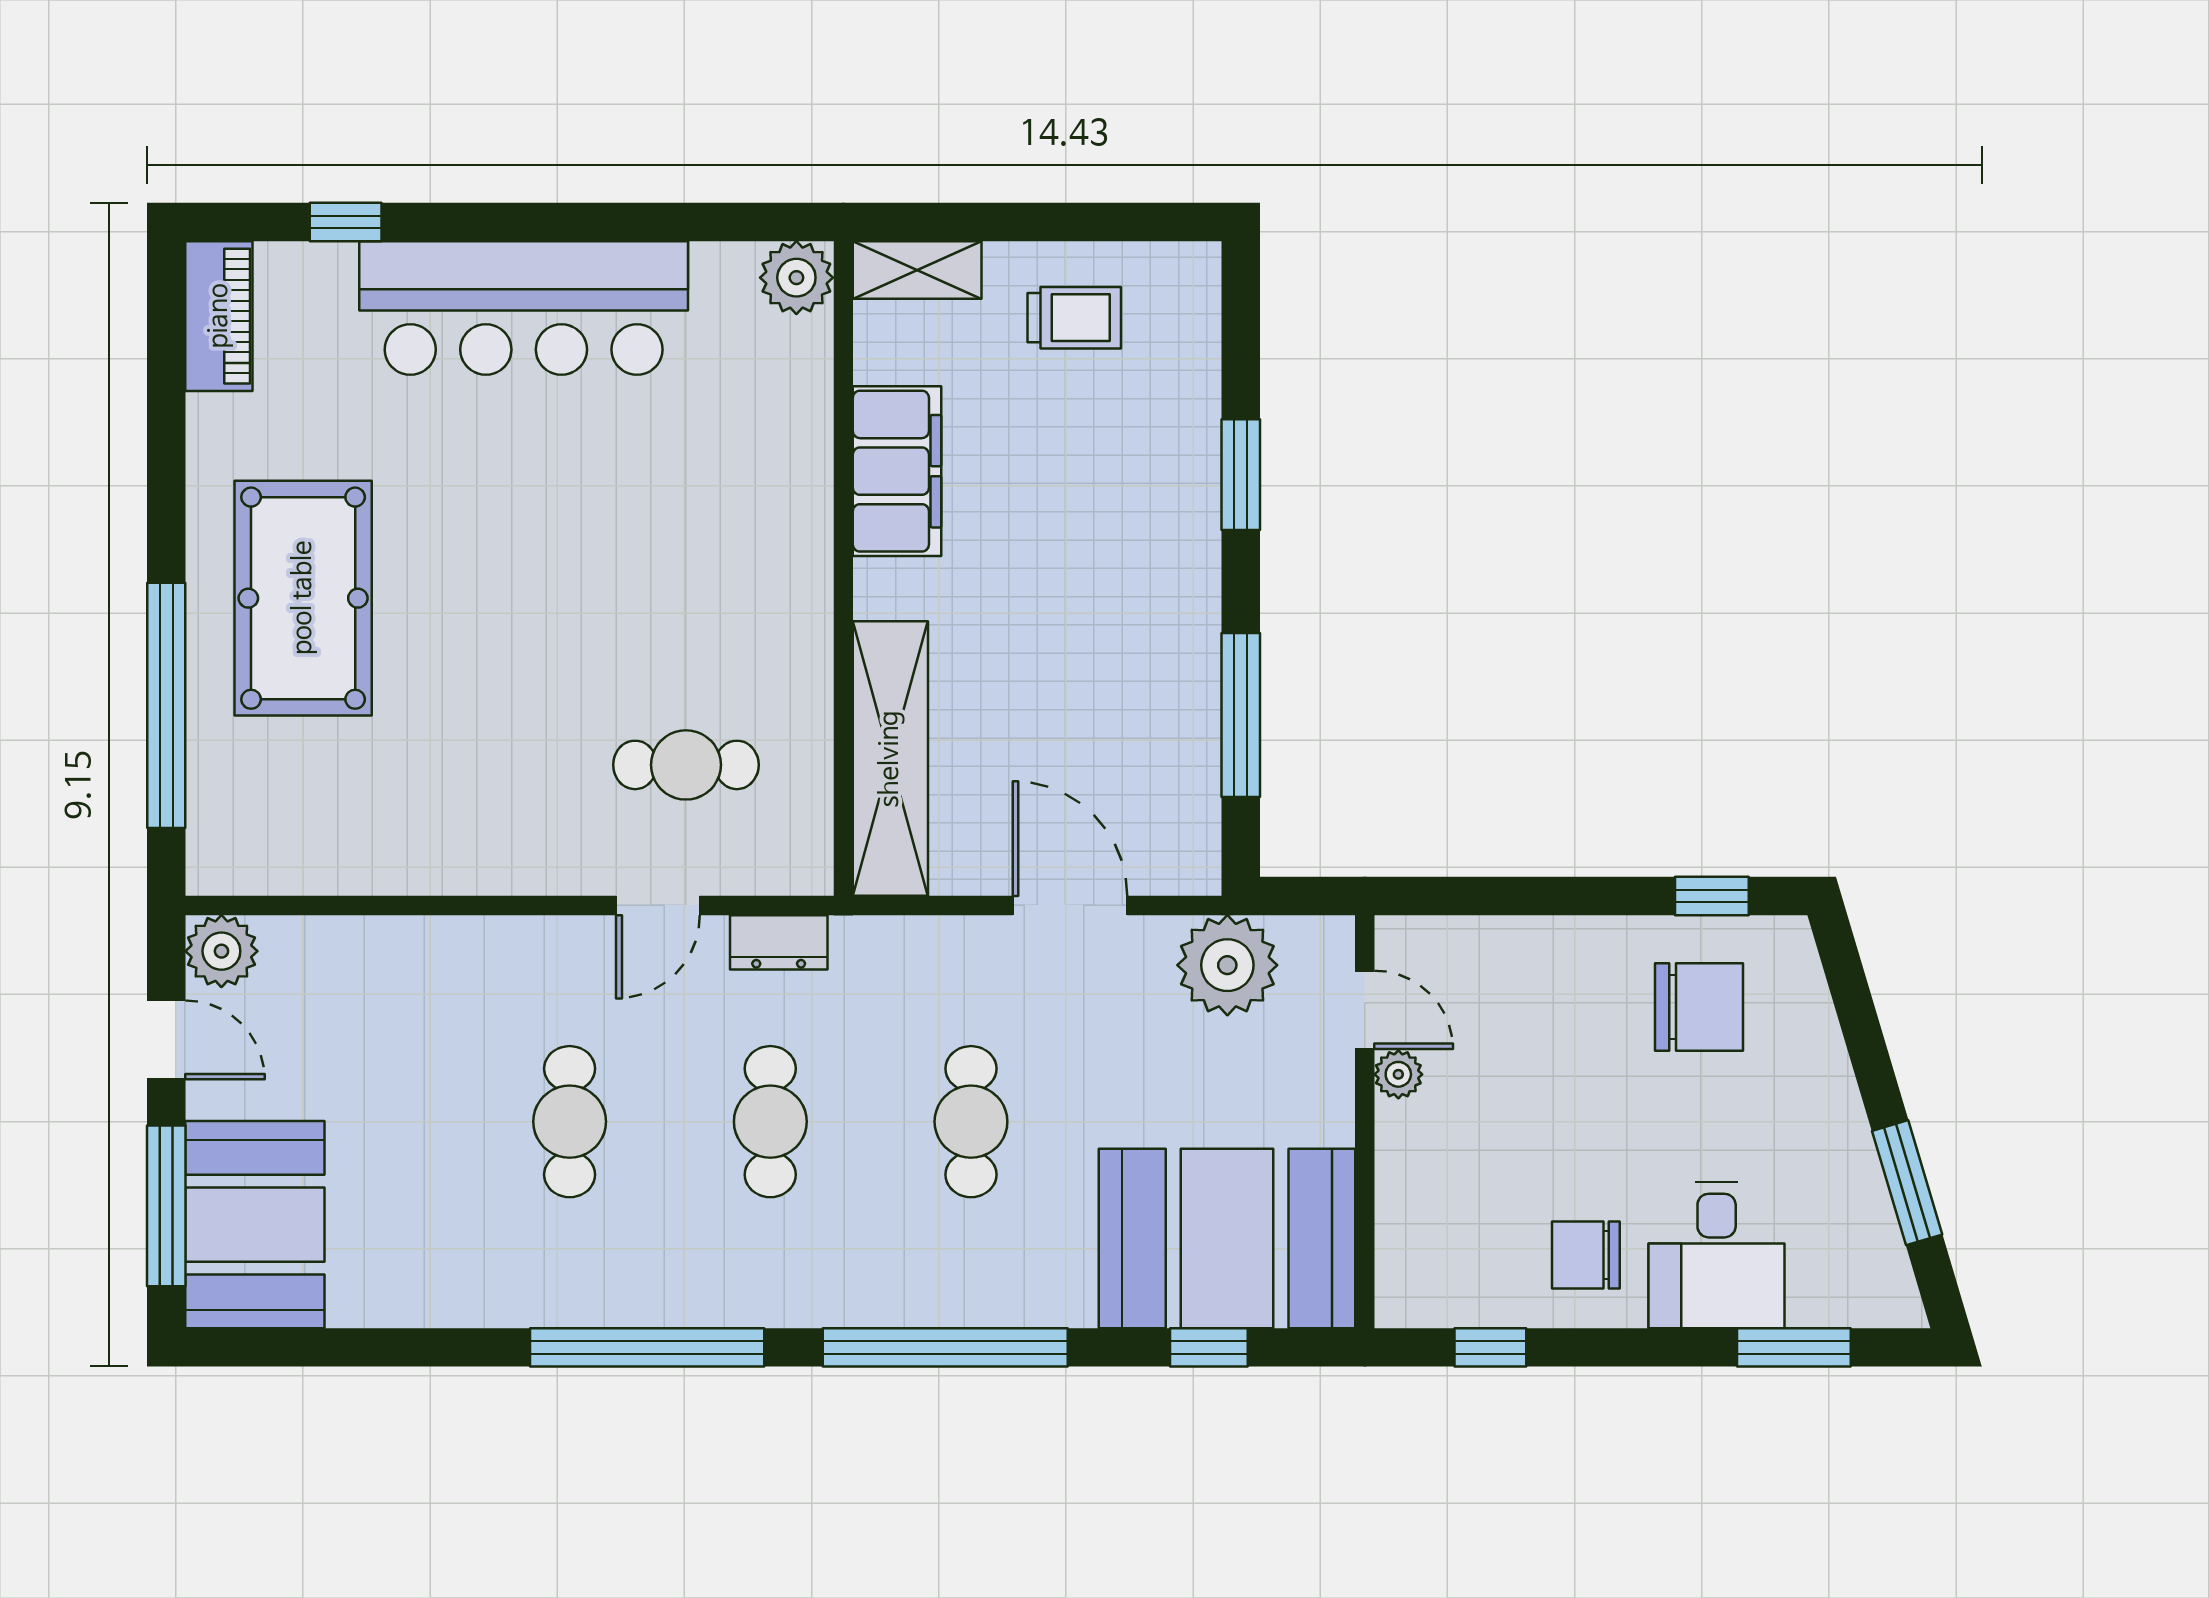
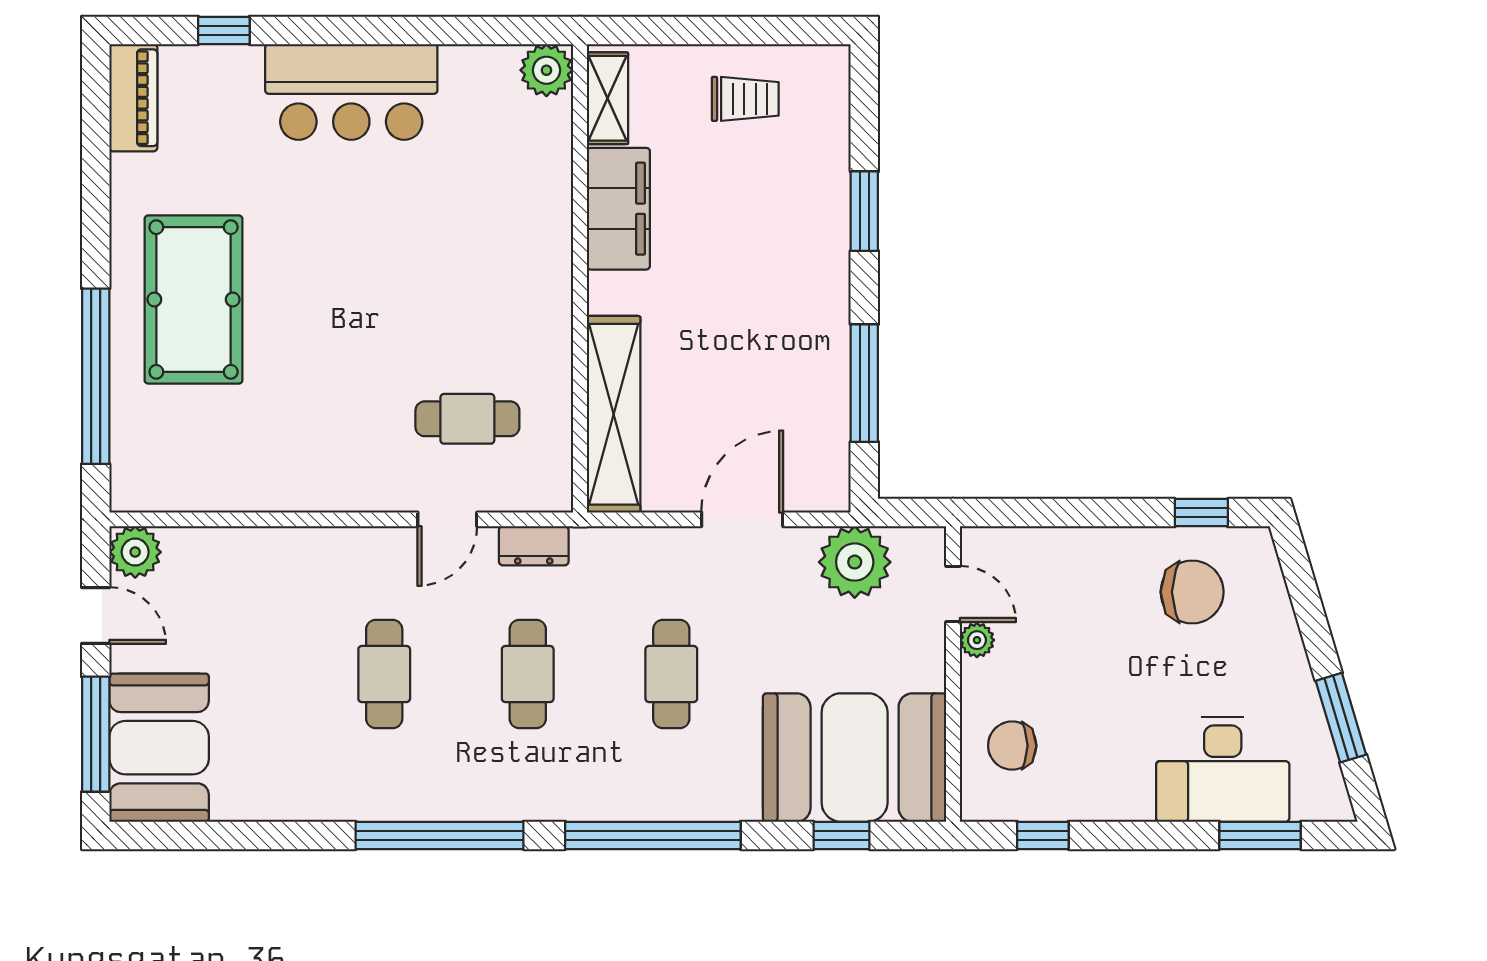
shelving: (917, 270) -> (608, 98), moved, turned 90
bar counter: (524, 308) -> (351, 92), width x0.73
door: (1070, 905) -> (742, 519), hinge flipped
chair: (1586, 1255) -> (1012, 746), moved
desk: (1717, 1255) -> (1223, 769), width x1.37

